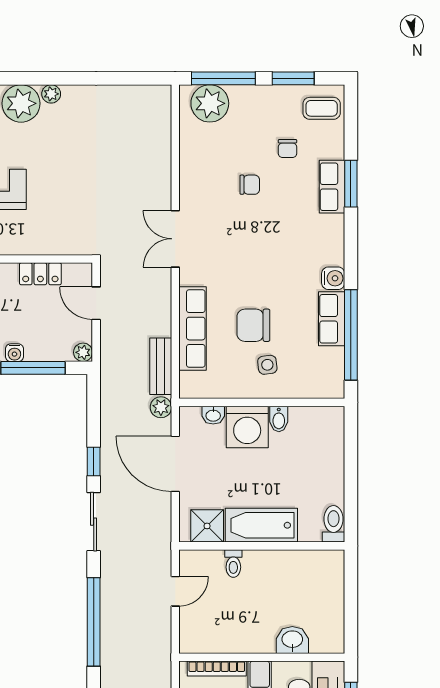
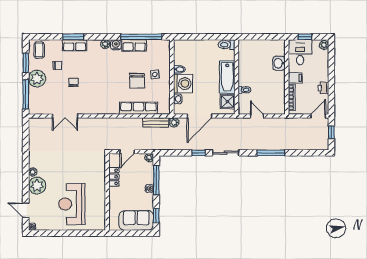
plant: (210, 103) -> (37, 79), moved
double door: (175, 239) -> (65, 116), moved
plant: (335, 255) -> (105, 44), added
window: (94, 622) -> (271, 153), width x0.68

